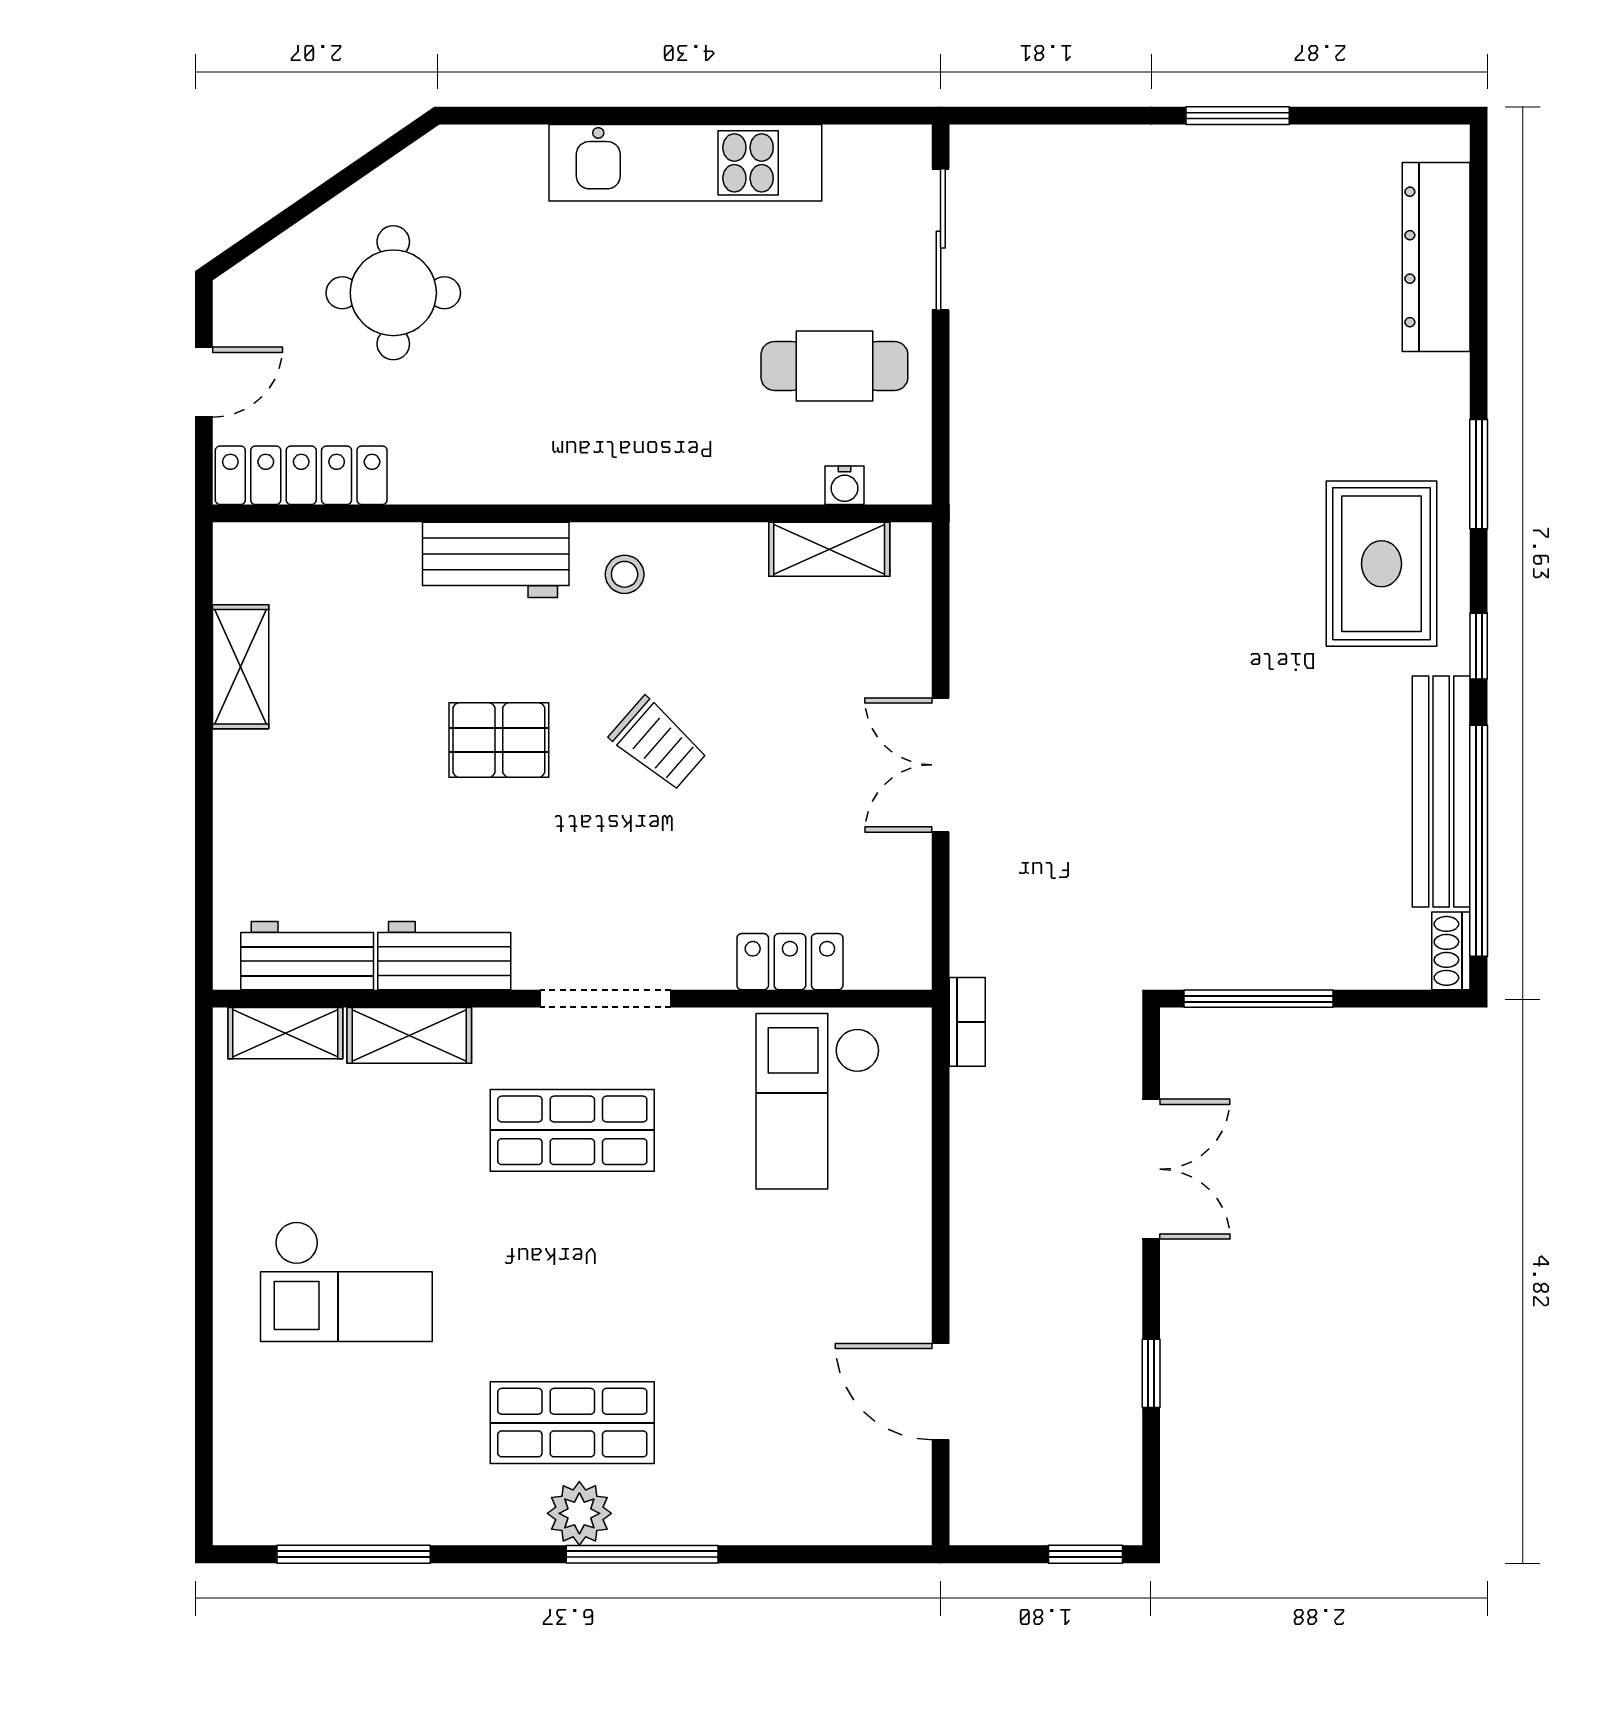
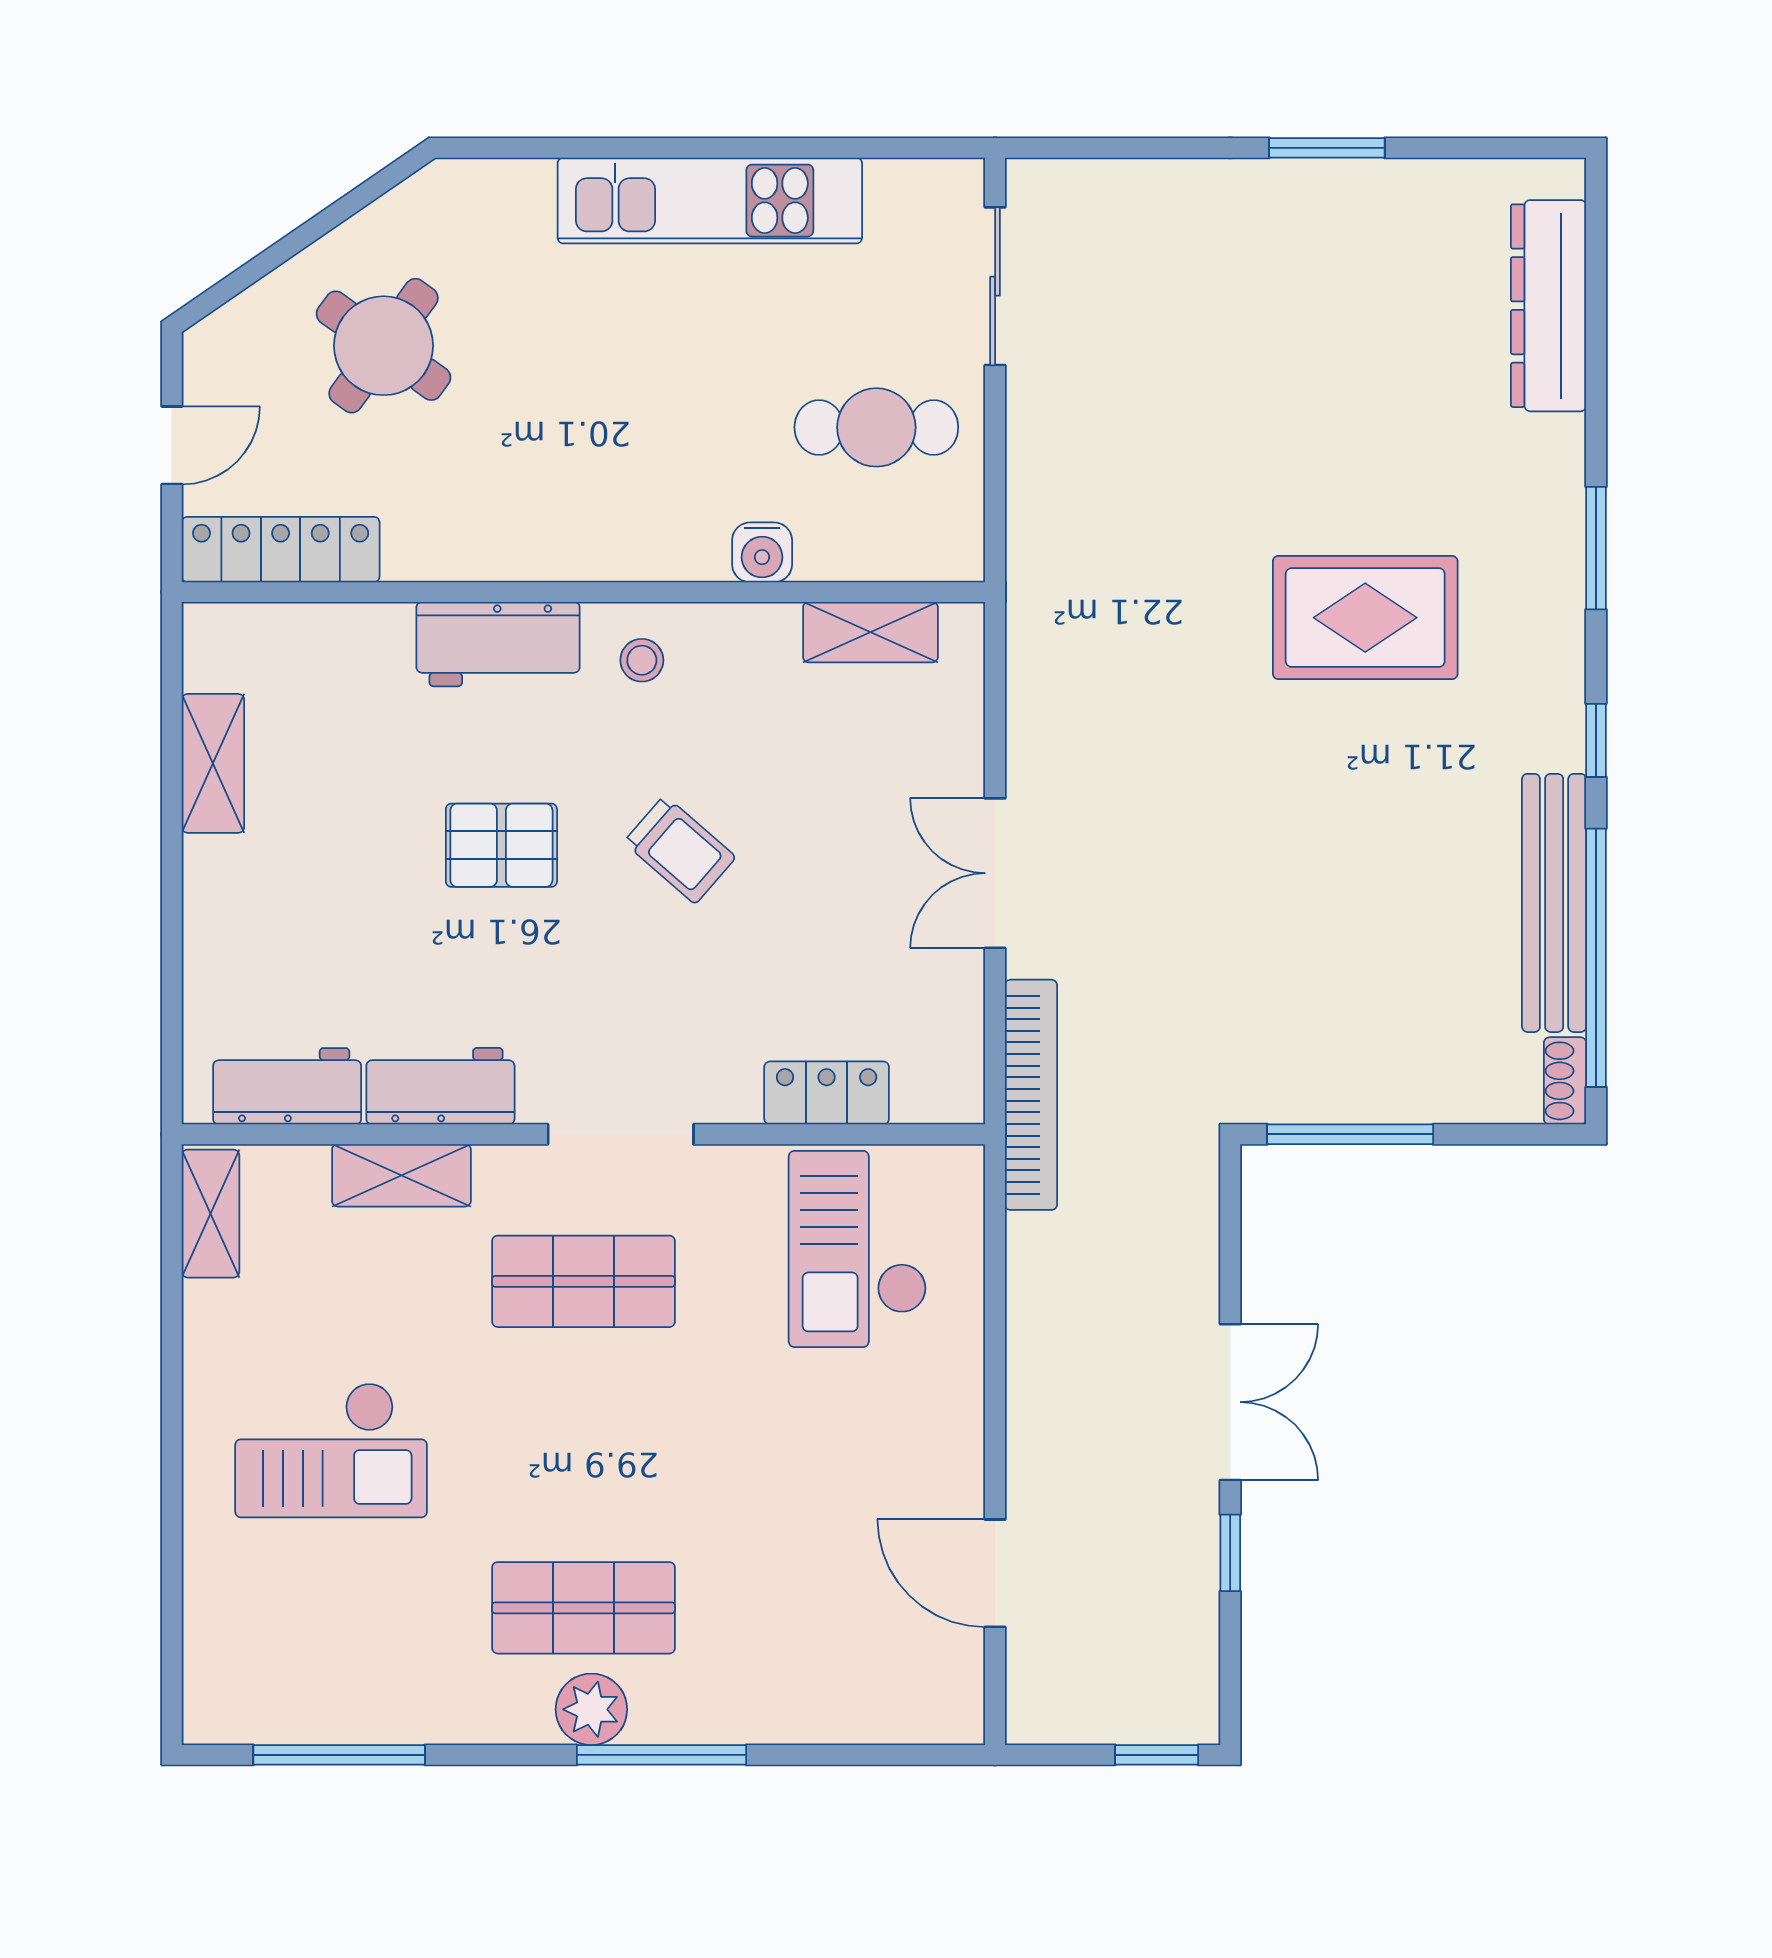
round table: (393, 293) -> (384, 346), turned 36
water cooler: (845, 485) -> (762, 552), moved, width x1.38, depth x1.38
rug: (1382, 564) -> (1365, 618), moved, turned 90
bookcase: (967, 1022) -> (1031, 1095), width x2.31, depth x1.31
shelving: (285, 1033) -> (210, 1214), moved, turned 90
double door: (1151, 1169) -> (1230, 1402), moved

